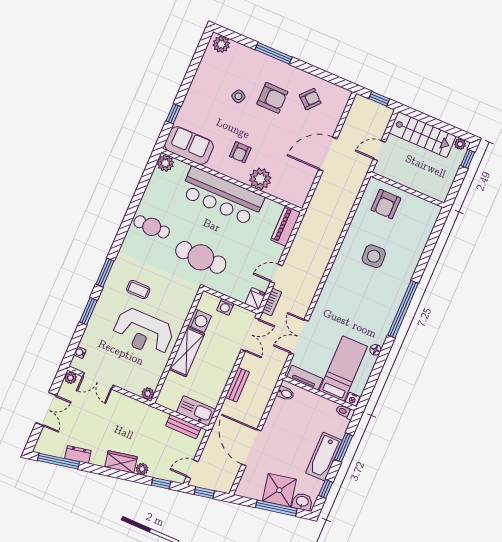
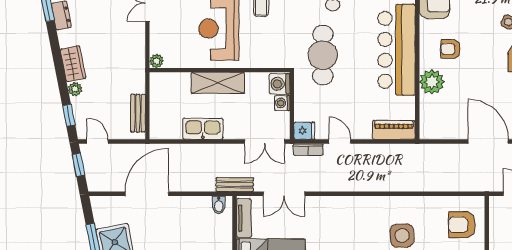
washing machine: (200, 321) -> (280, 84), moved, turned 90
double door: (299, 337) -> (284, 194), swing flipped
bench: (237, 385) -> (235, 184), moved
kitchen sink: (196, 411) -> (203, 129), moved, turned -90

